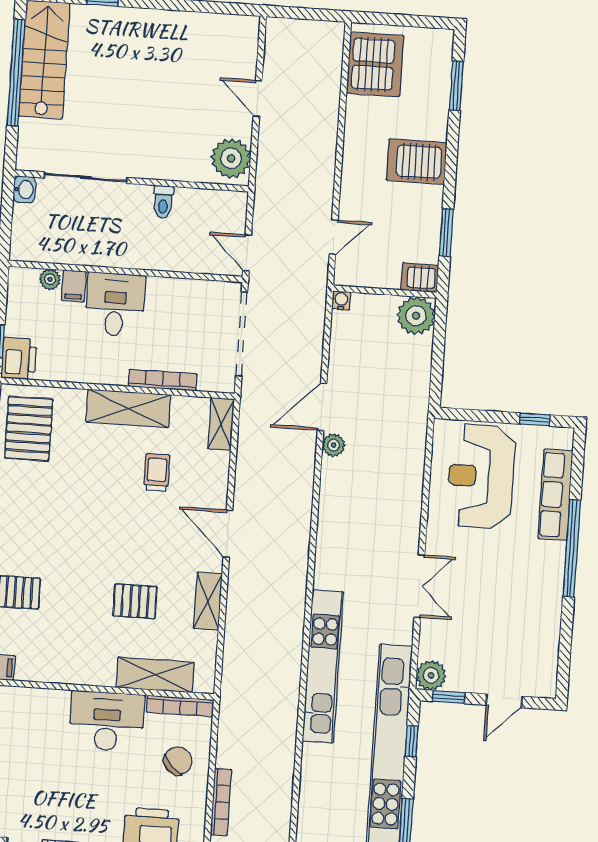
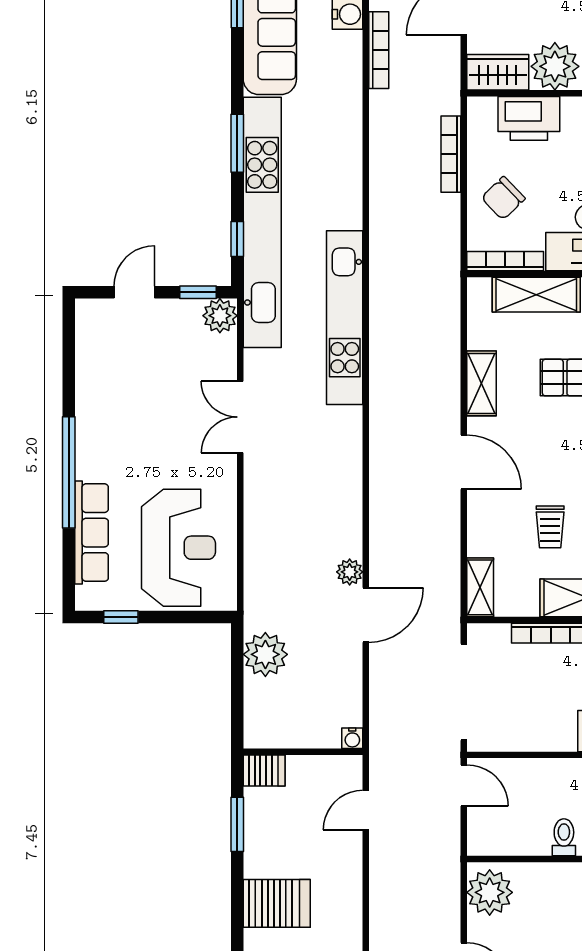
plant: (416, 316) -> (265, 654), moved

